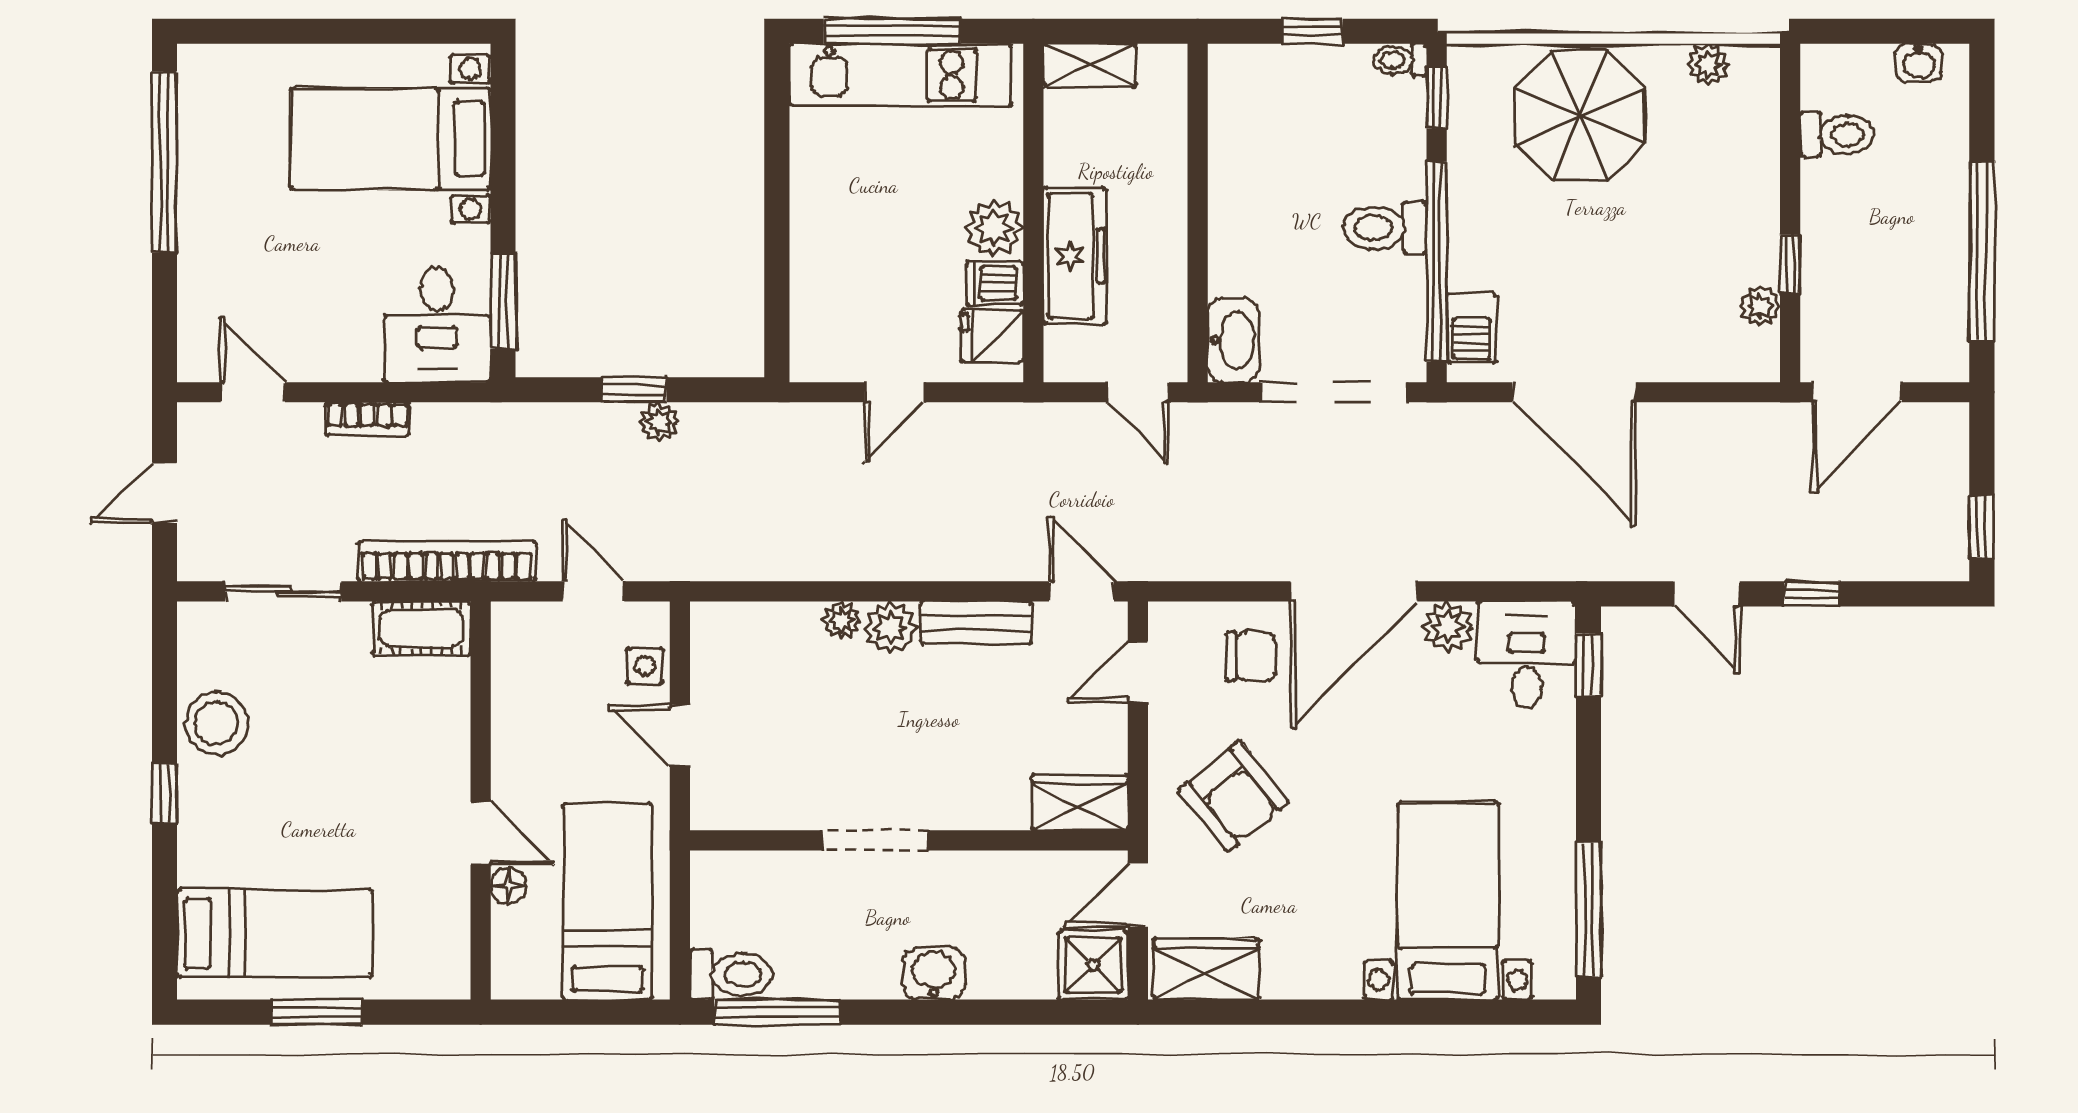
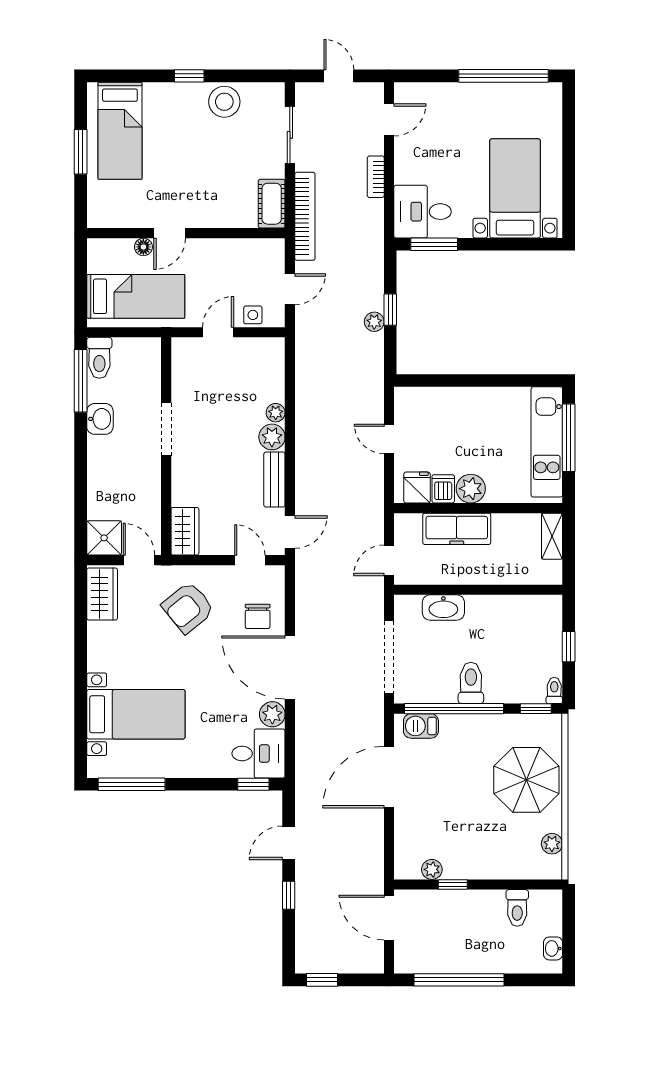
washbasin: (1233, 340) -> (443, 608), moved
washbasin: (934, 973) -> (100, 419), moved

